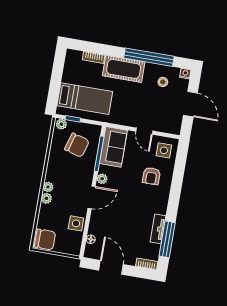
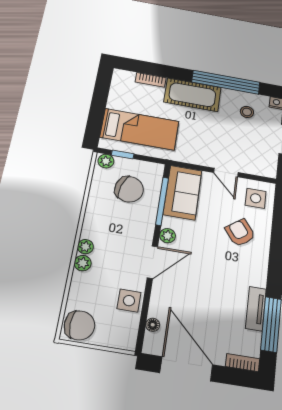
armchair: (151, 176) -> (240, 233), turned 143
door: (111, 267) -> (186, 369), width x1.36

